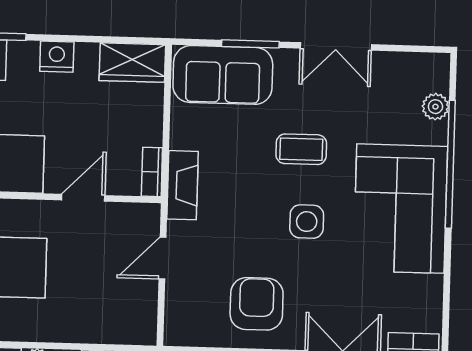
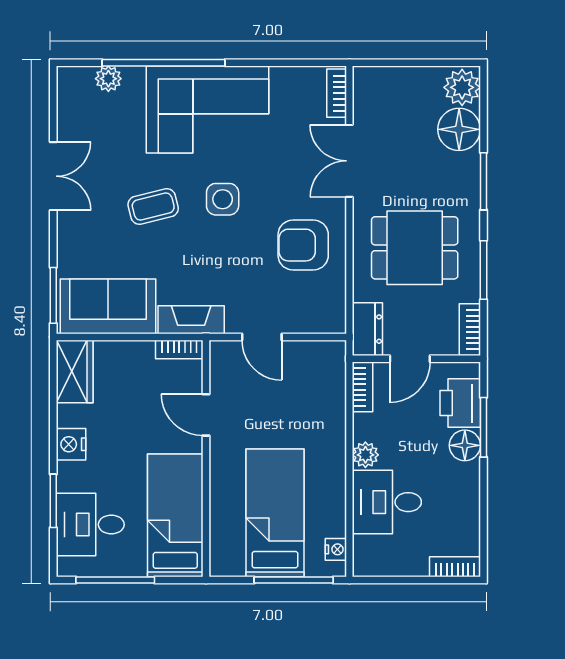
window: (250, 44) -> (53, 295), moved
sofa: (223, 75) -> (108, 306), moved, turned -90
coffee table: (301, 149) -> (153, 206), turned 76

